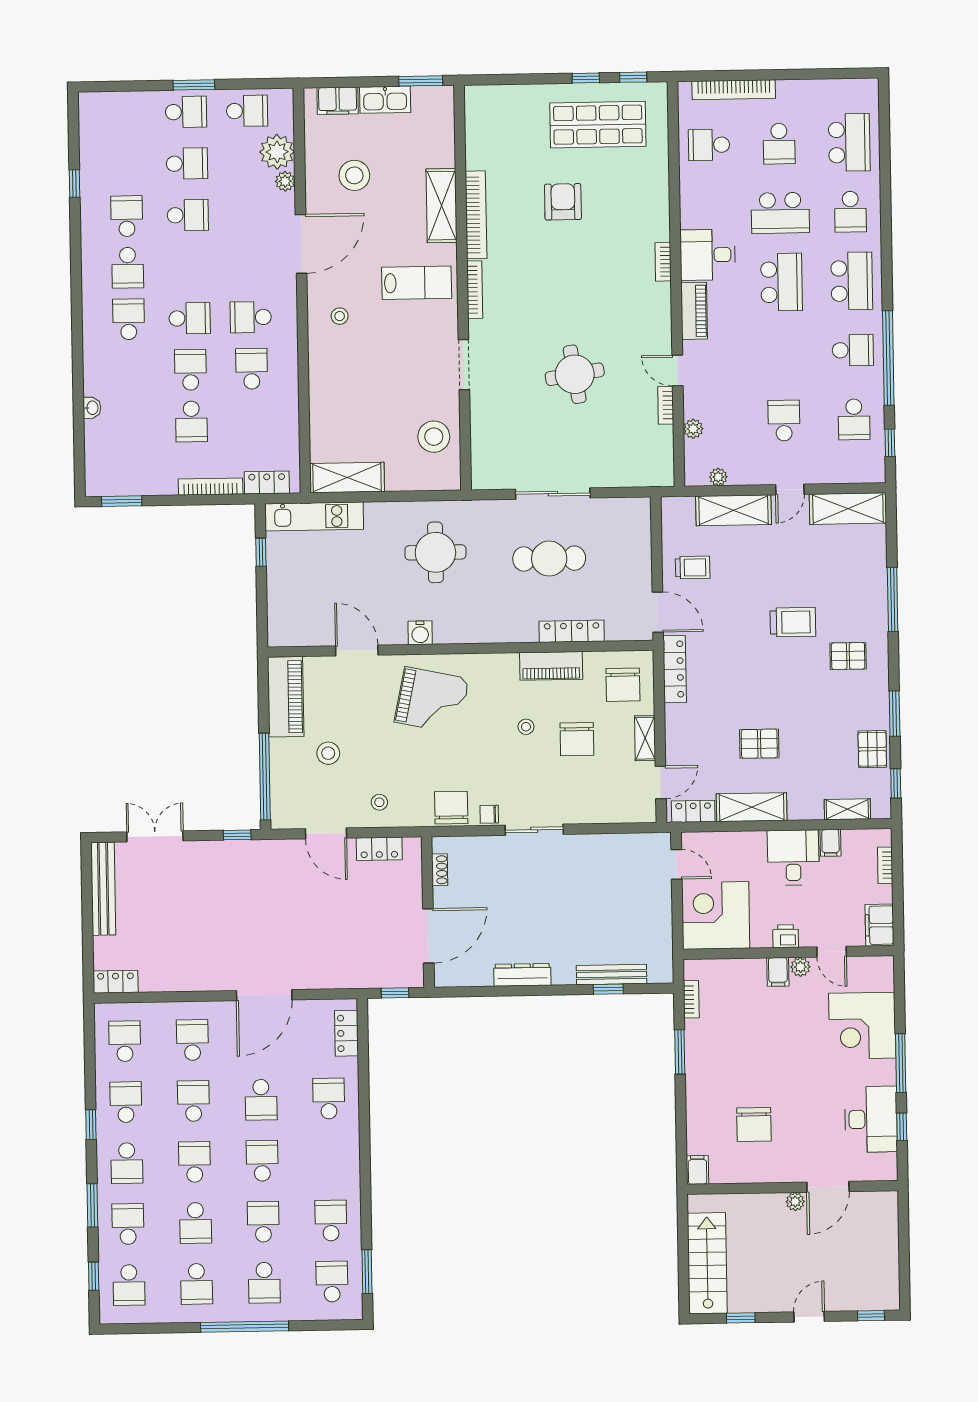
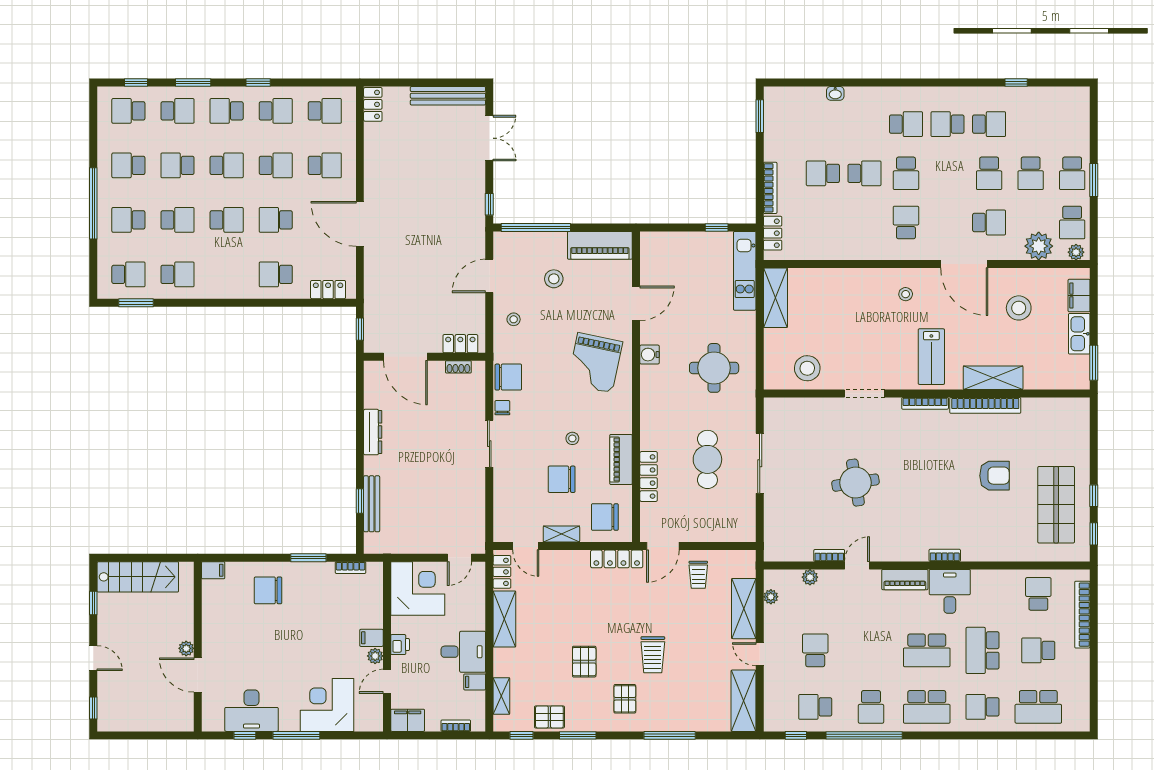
plant: (285, 181) -> (1076, 252), moved
school desk: (252, 369) -> (989, 223), moved
school desk: (784, 421) -> (815, 650), turned -90
pallet: (759, 744) -> (584, 662), moved
locker: (379, 849) -> (460, 344), moved, turned 90
school desk: (329, 1099) -> (276, 274), turned 180
chair: (754, 1124) -> (268, 590), moved

